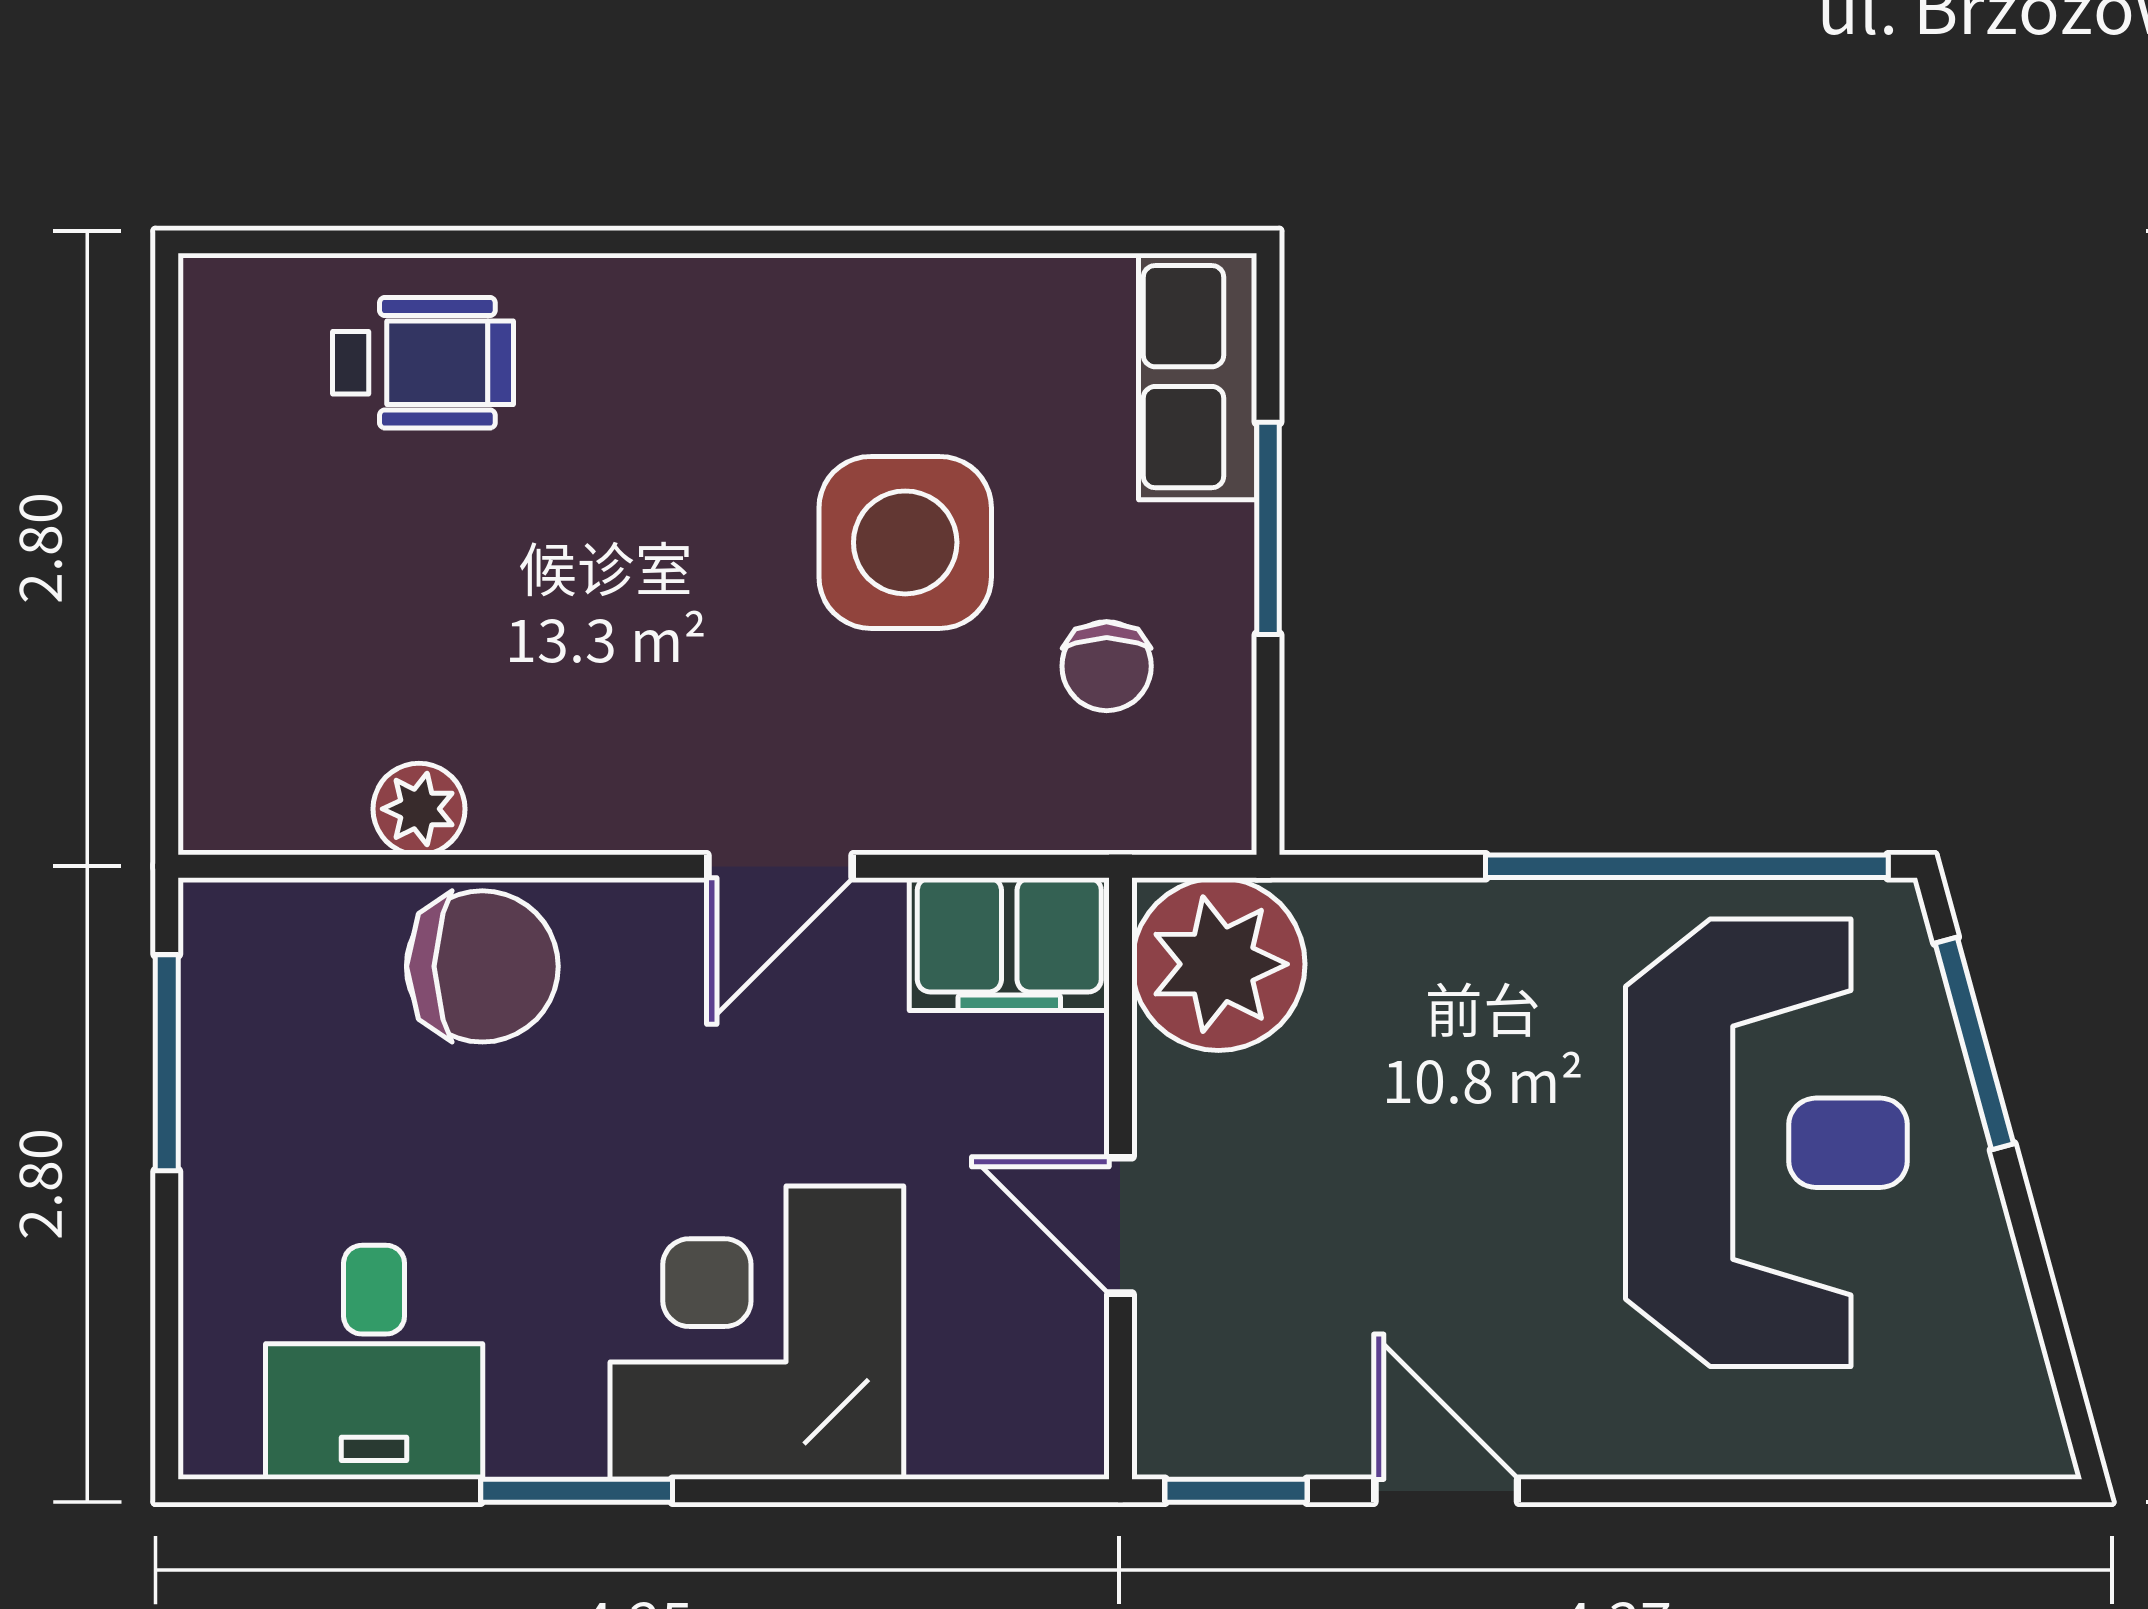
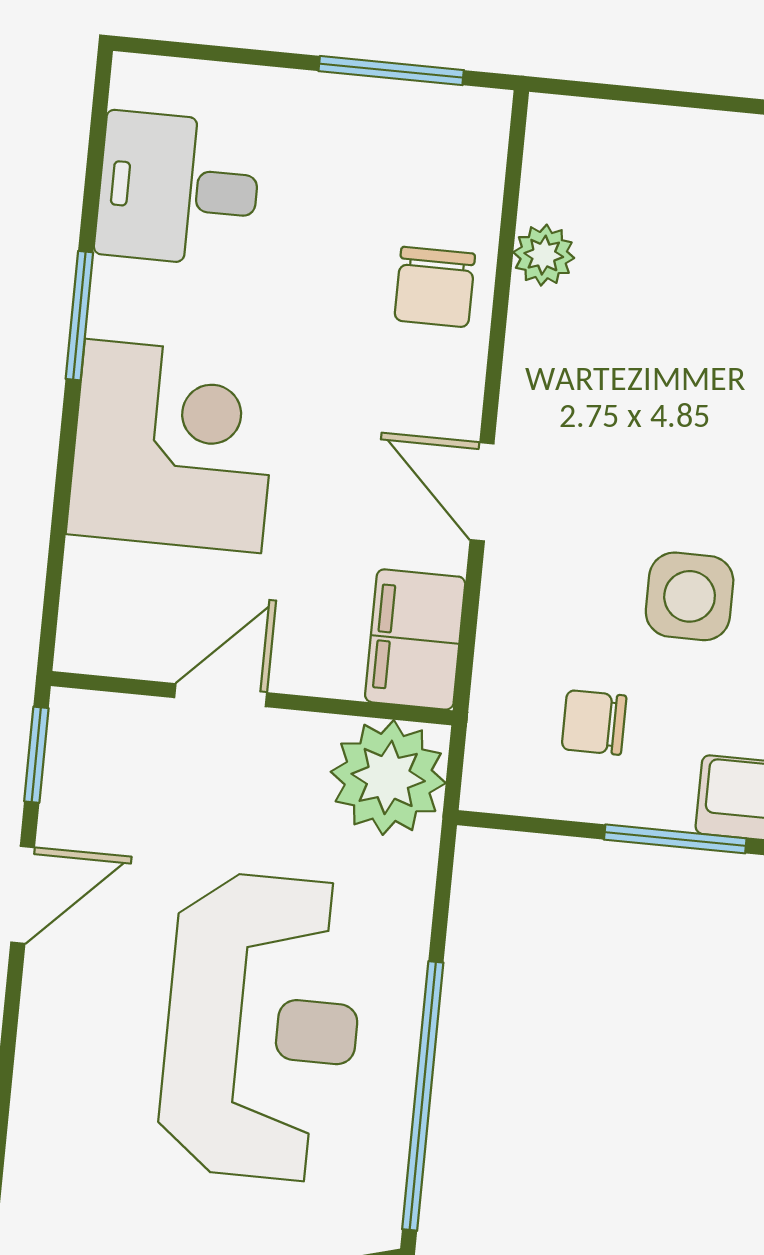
side table: (905, 542) -> (690, 596), width x0.73, depth x0.73
chair: (482, 966) -> (435, 287), width x0.73, depth x0.73
reception desk: (1766, 1143) -> (262, 1027), moved, turned -90

